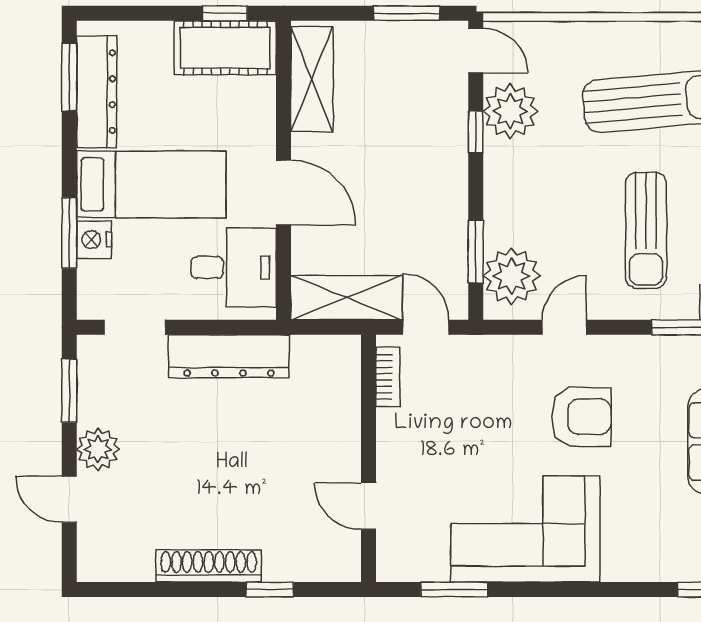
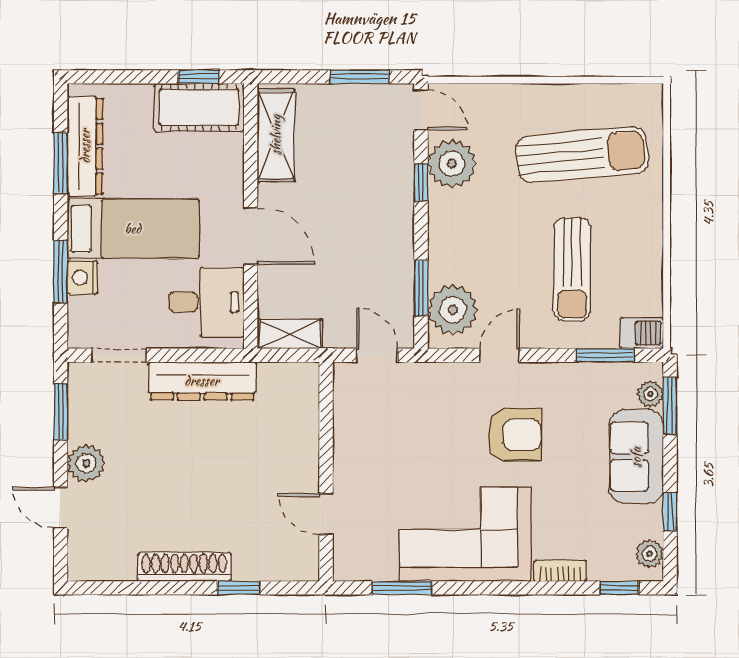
window: (69, 77) -> (61, 163), moved
shelving: (347, 298) -> (290, 334), width x0.67, depth x0.75
bookcase: (388, 377) -> (560, 571), moved, turned -90

